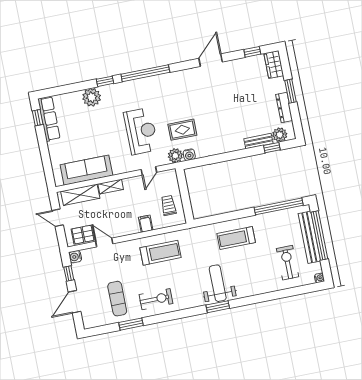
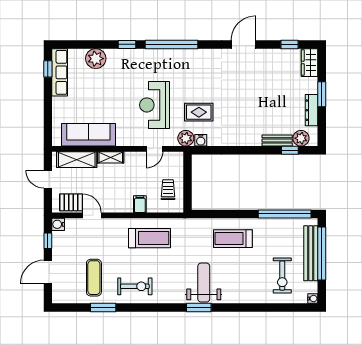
plant: (92, 97) -> (96, 59), moved
reception desk: (141, 131) -> (155, 105), turned 180
exercise bike: (288, 263) -> (282, 276), turned 180

